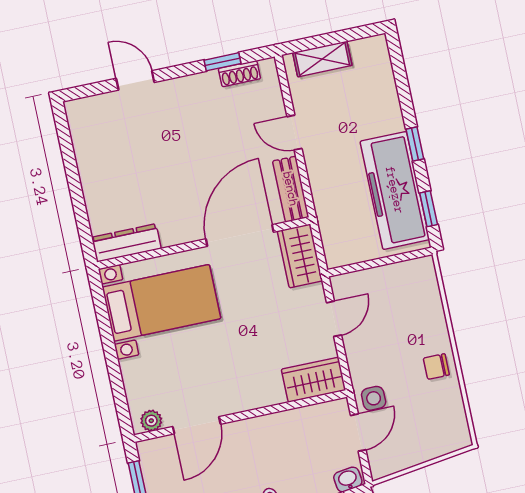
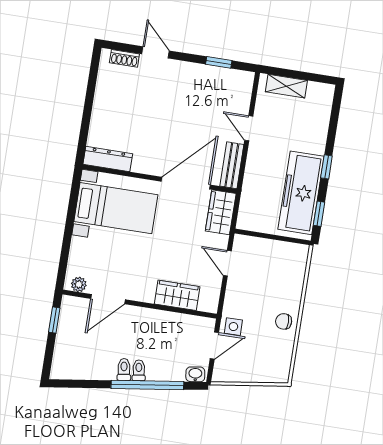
shoe rack: (239, 74) -> (124, 58), moved
door: (334, 319) -> (227, 263), swing flipped
wardrobe: (314, 380) -> (177, 295), moved

